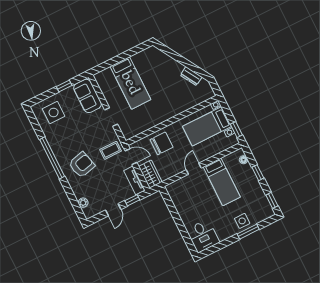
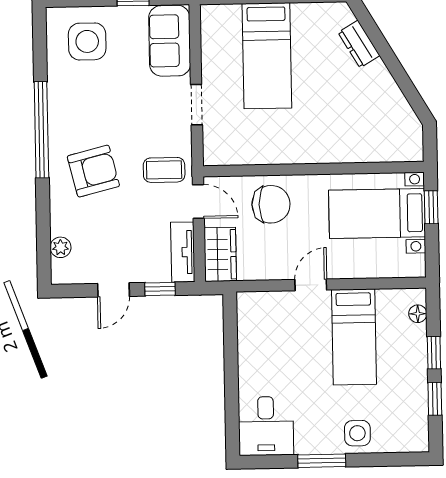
dresser: (191, 76) -> (359, 44), moved
window: (236, 130) -> (431, 207), moved
window: (272, 200) -> (435, 399), moved
window: (248, 232) -> (322, 461), moved

